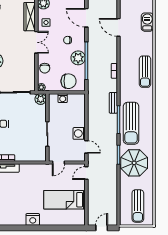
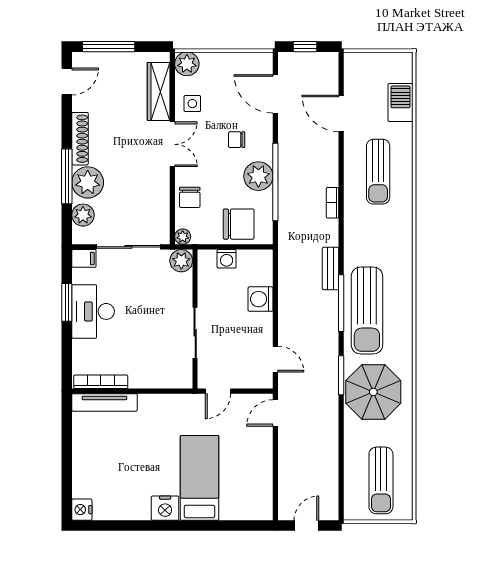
sun lounger: (145, 72) -> (378, 172), moved
washing machine: (79, 133) -> (261, 299), moved
bed: (64, 200) -> (200, 478), moved, turned 90

